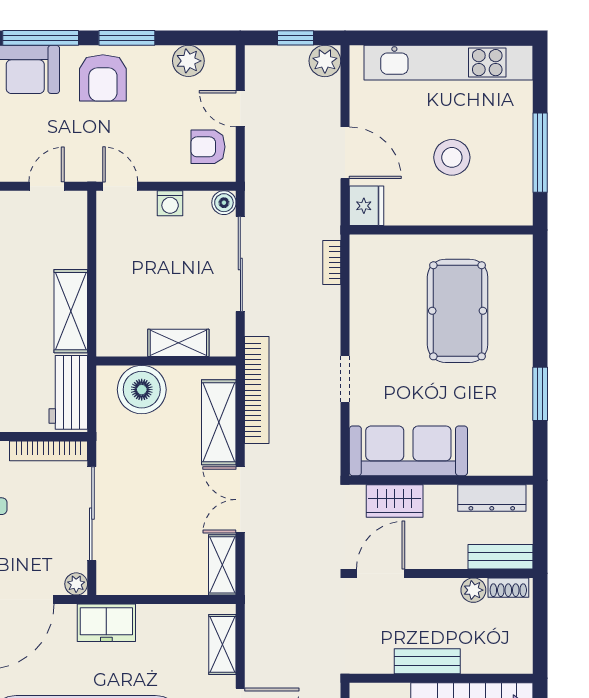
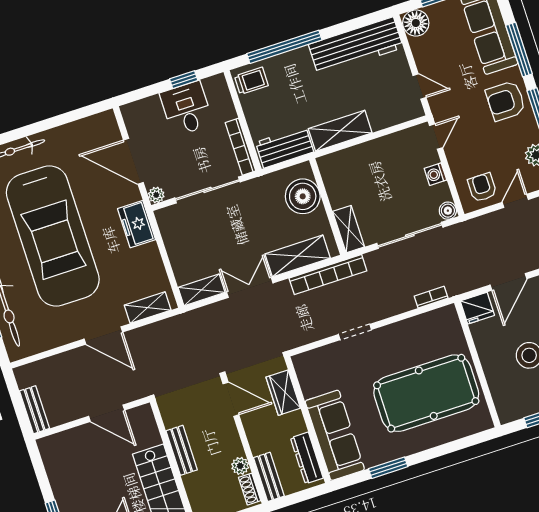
pool table: (458, 311) -> (426, 393), width x1.36, depth x1.32
shelving: (178, 343) -> (349, 229), moved
sofa: (408, 451) -> (335, 435), moved

